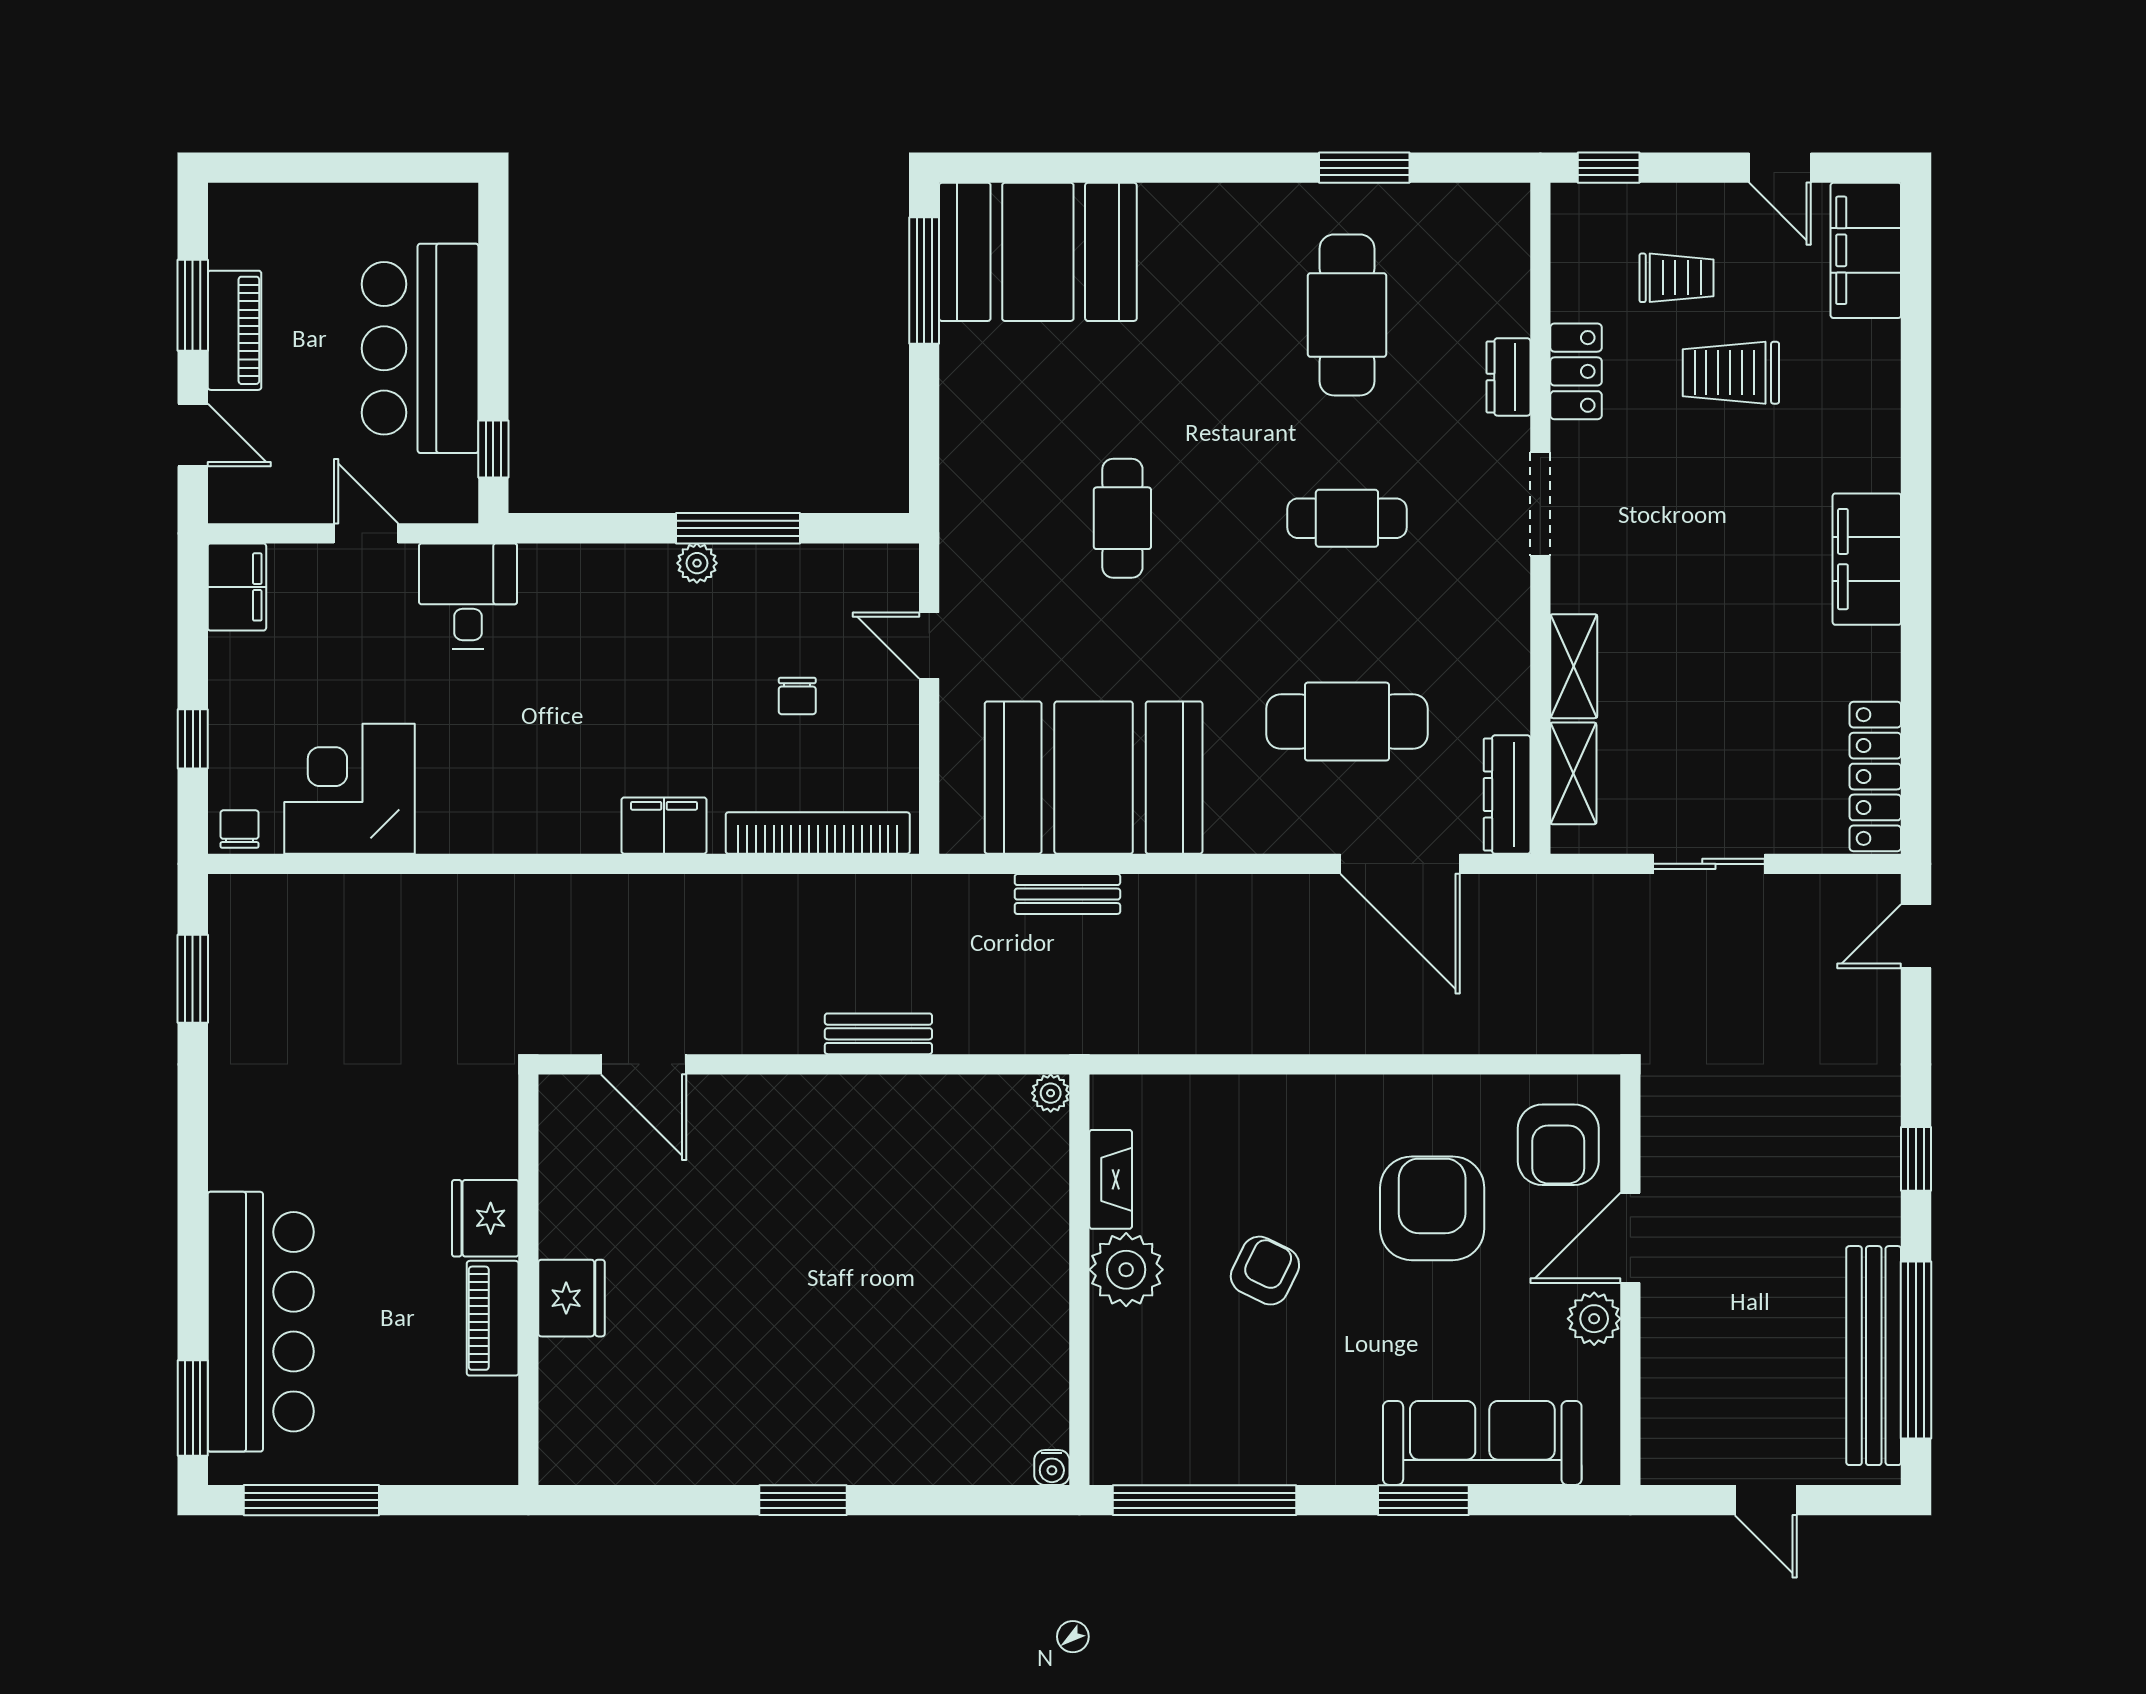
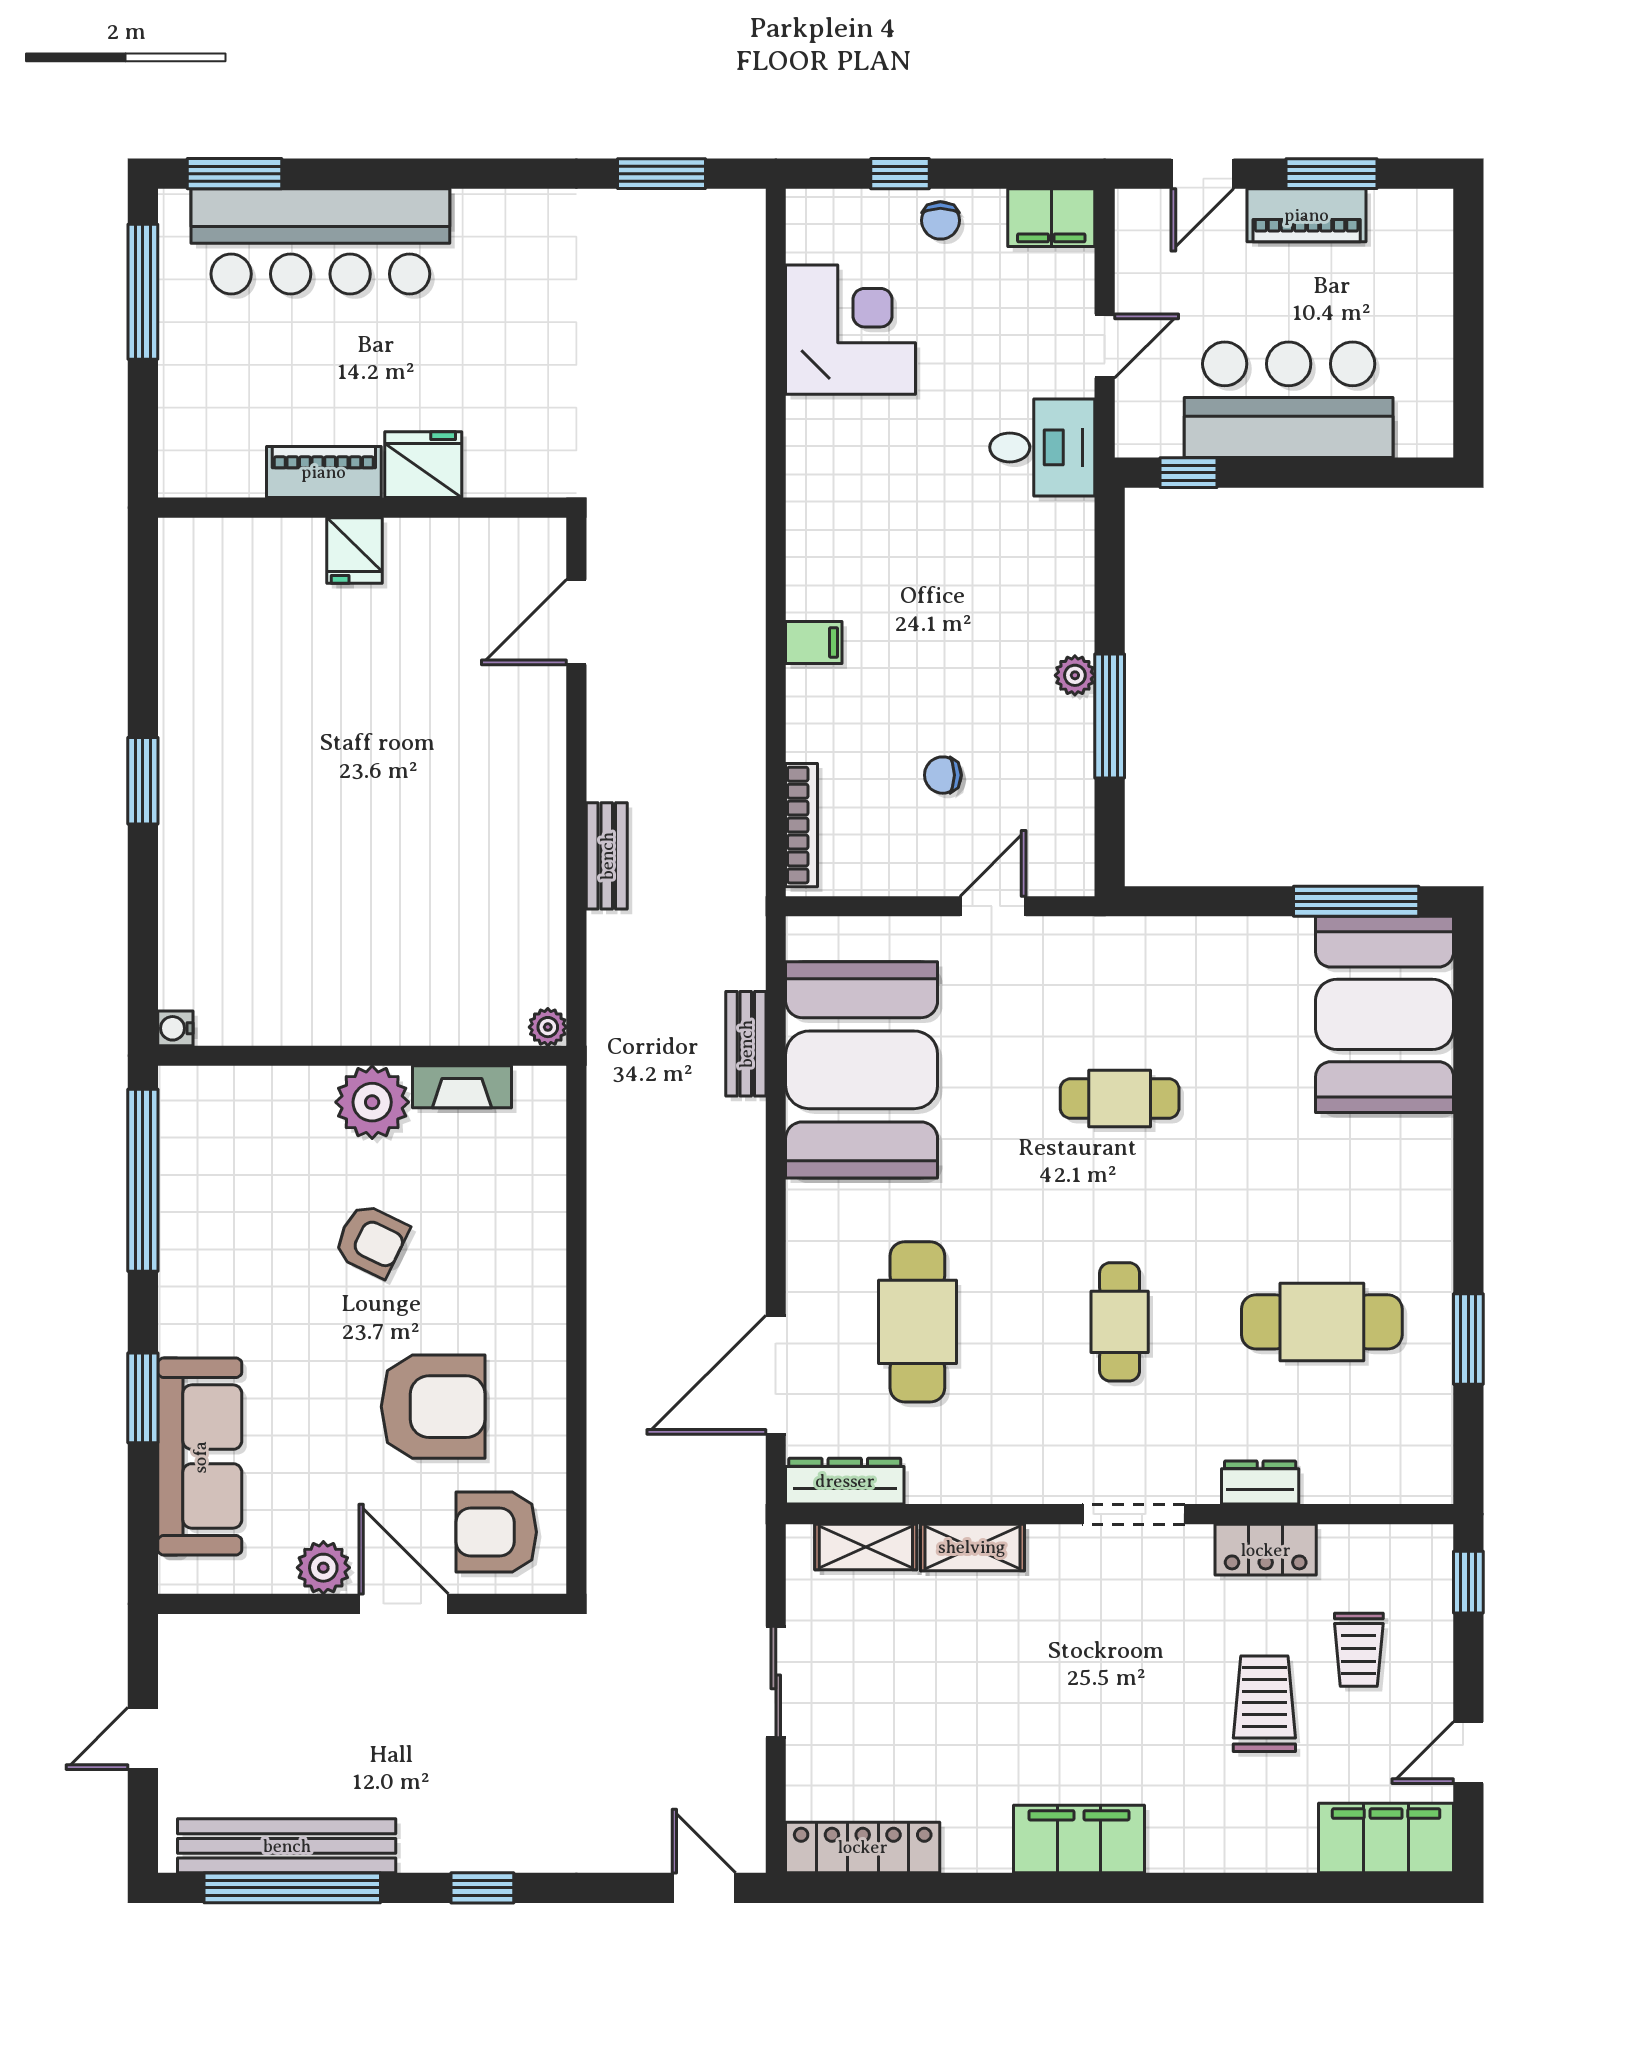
filing cabinet: (664, 826) -> (814, 642), width x0.50
chair: (240, 829) -> (940, 220), moved, turned 90
bookcase: (818, 833) -> (802, 825), width x0.68, depth x0.76
fridge: (571, 1298) -> (354, 550), width x0.72

